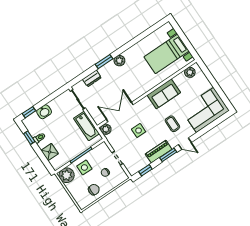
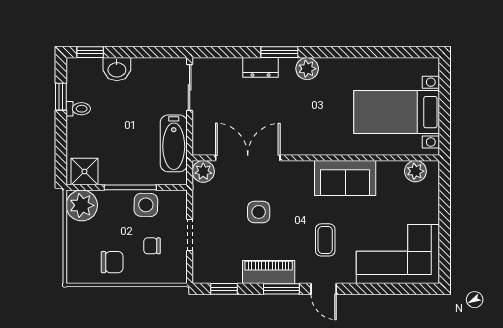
dresser: (92, 78) -> (261, 67), moved
shower: (50, 152) -> (84, 171), moved
side table: (84, 167) -> (146, 205), moved

